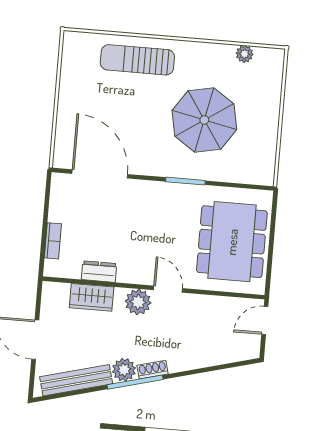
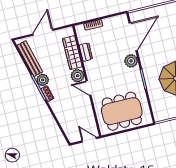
plant: (144, 193) -> (131, 61), added
door: (168, 289) -> (89, 88), swing flipped
wardrobe: (92, 297) -> (72, 53), width x1.50

